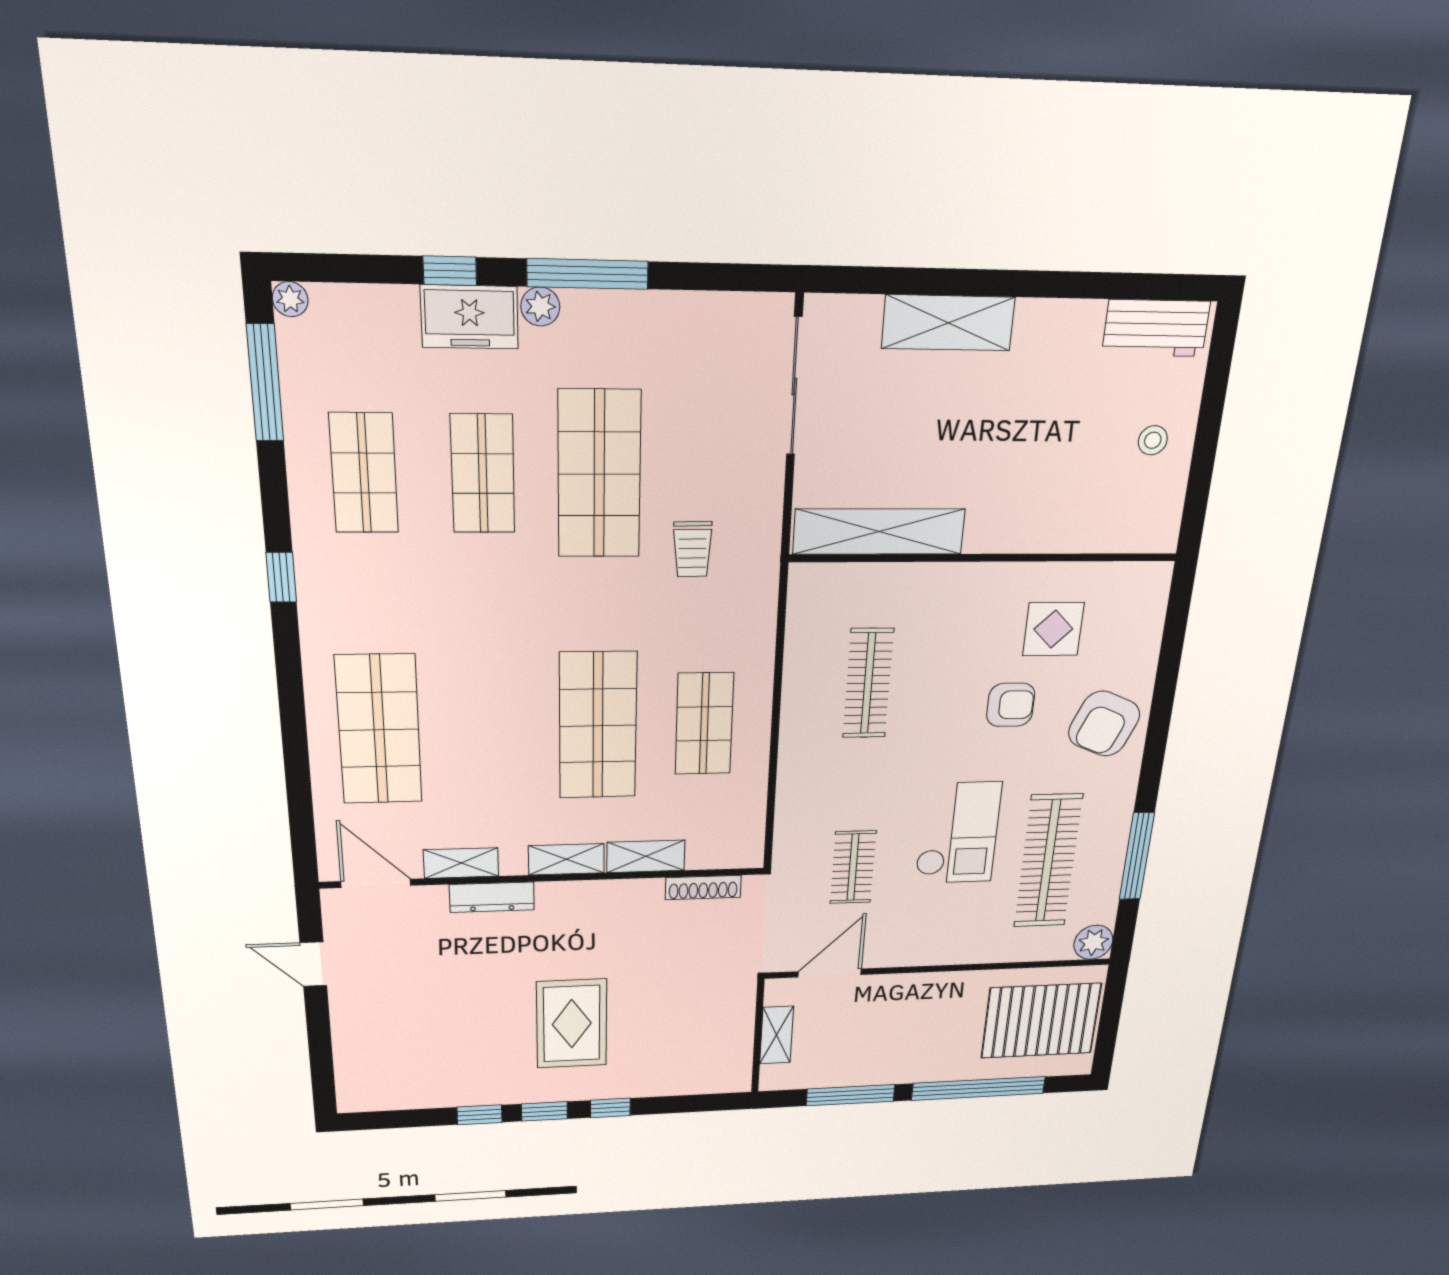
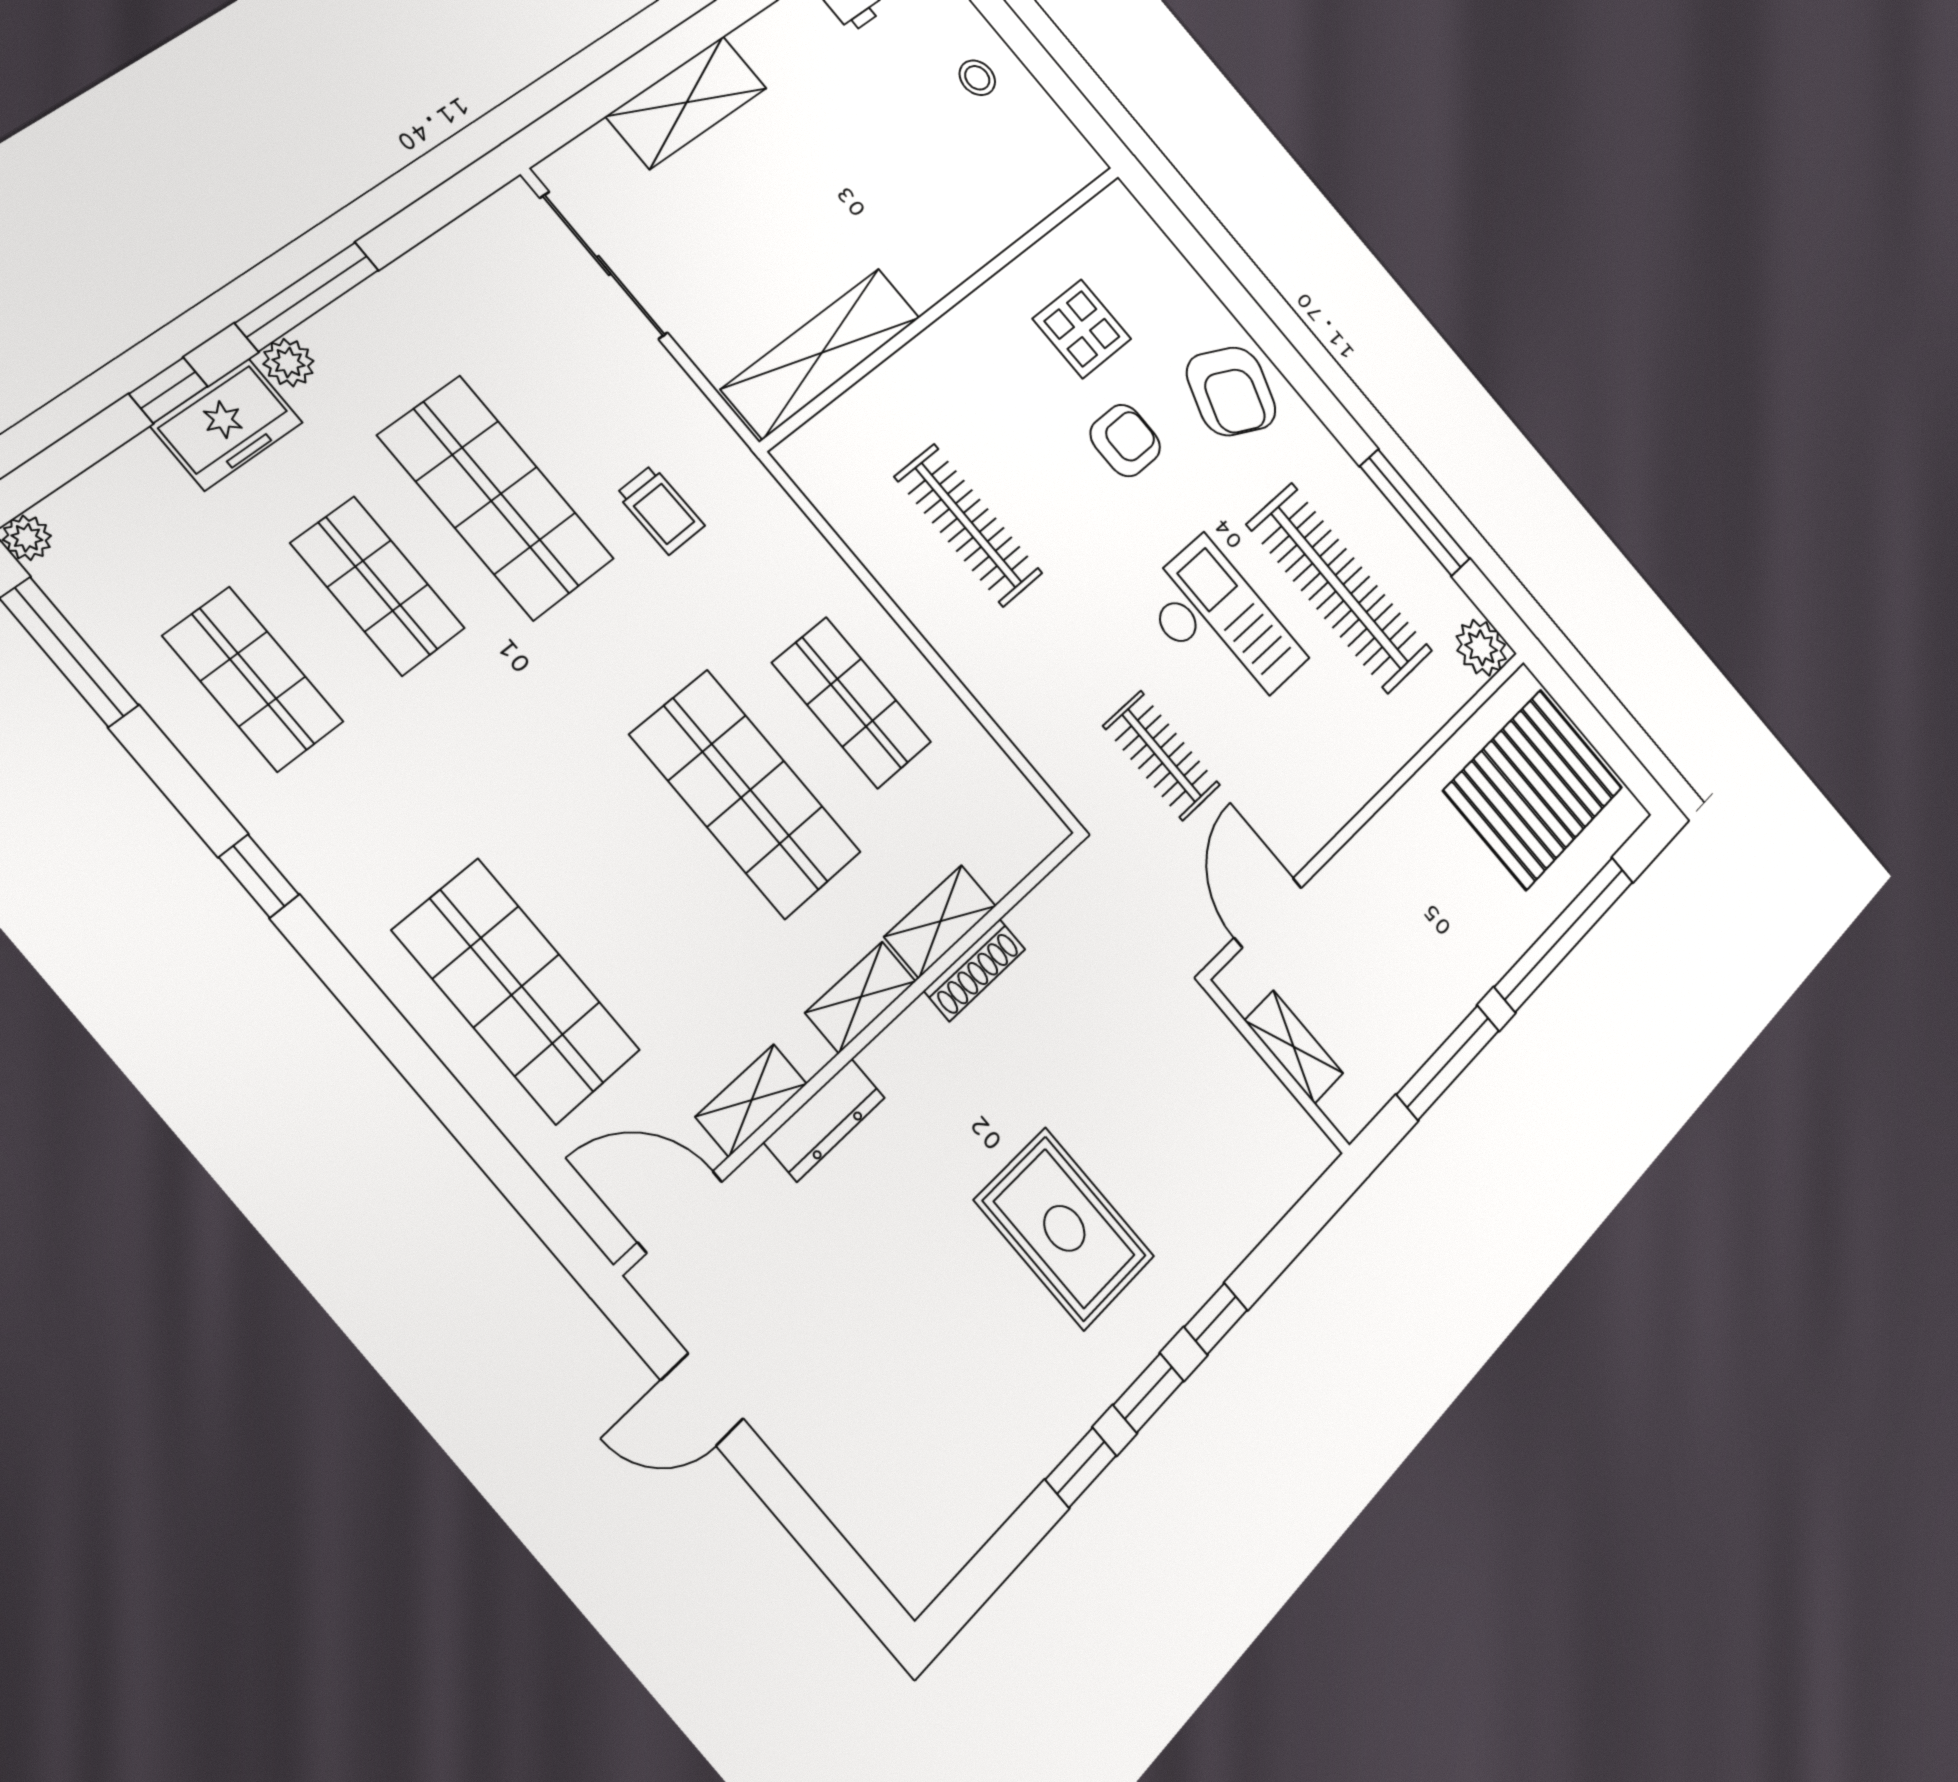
shoe rack: (703, 887) -> (975, 970), moved

